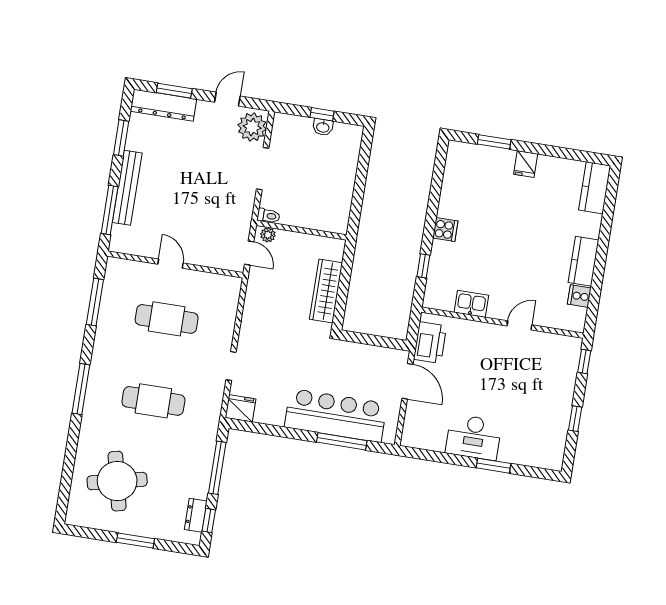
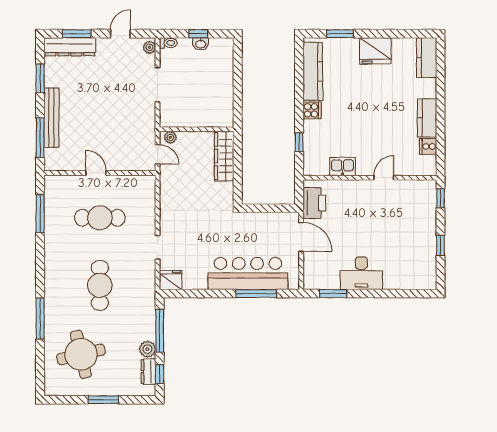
plant: (252, 127) -> (149, 47), width x0.53, depth x0.53
fridge: (526, 164) -> (375, 51), width x1.88, depth x1.34
kitchen counter: (454, 182) -> (313, 71), added
toilet: (268, 216) -> (168, 43), moved
wardrobe: (326, 291) -> (224, 156), moved
window: (81, 389) -> (40, 319), moved
cafe table: (153, 401) -> (100, 285), turned 90
window: (493, 466) -> (333, 294), moved
plant: (199, 488) -> (147, 349), added

